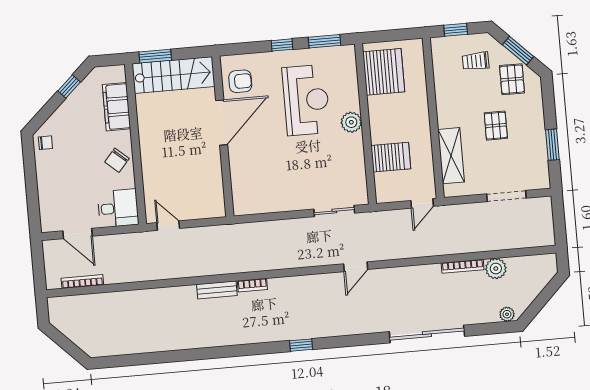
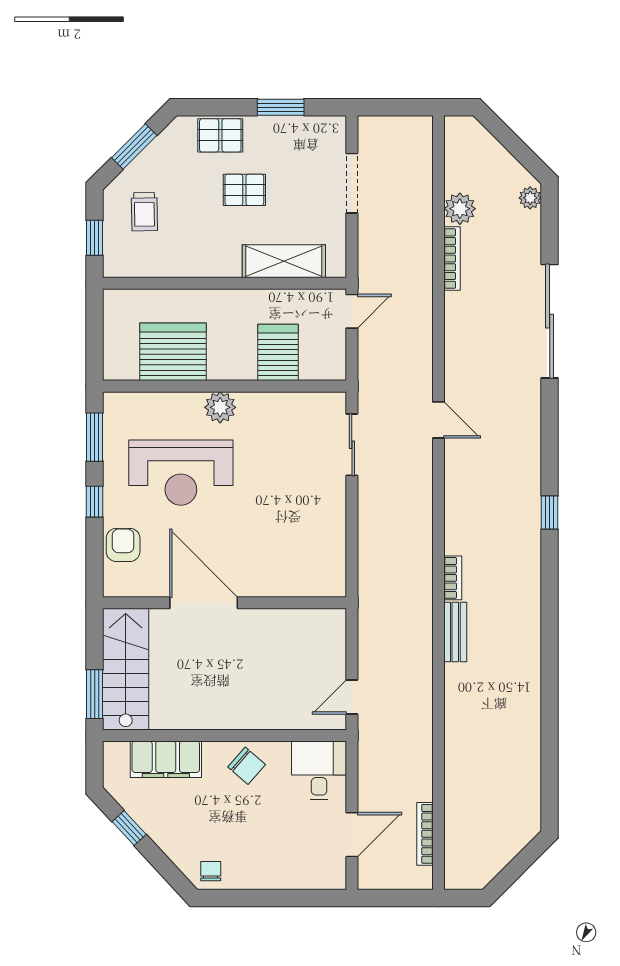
server rack: (384, 72) -> (173, 352), moved
pallet: (512, 79) -> (220, 135), moved
armchair: (240, 81) -> (123, 545), moved
reception desk: (306, 100) -> (181, 473), turned 180
door: (422, 203) -> (352, 311), hinge flipped

